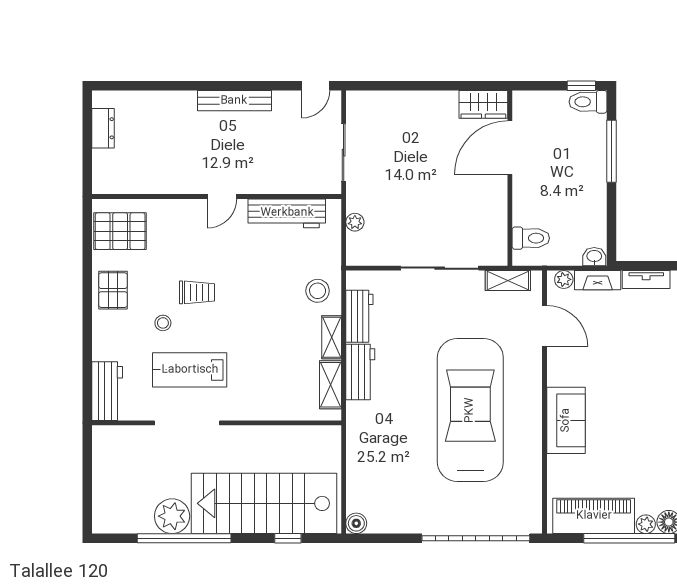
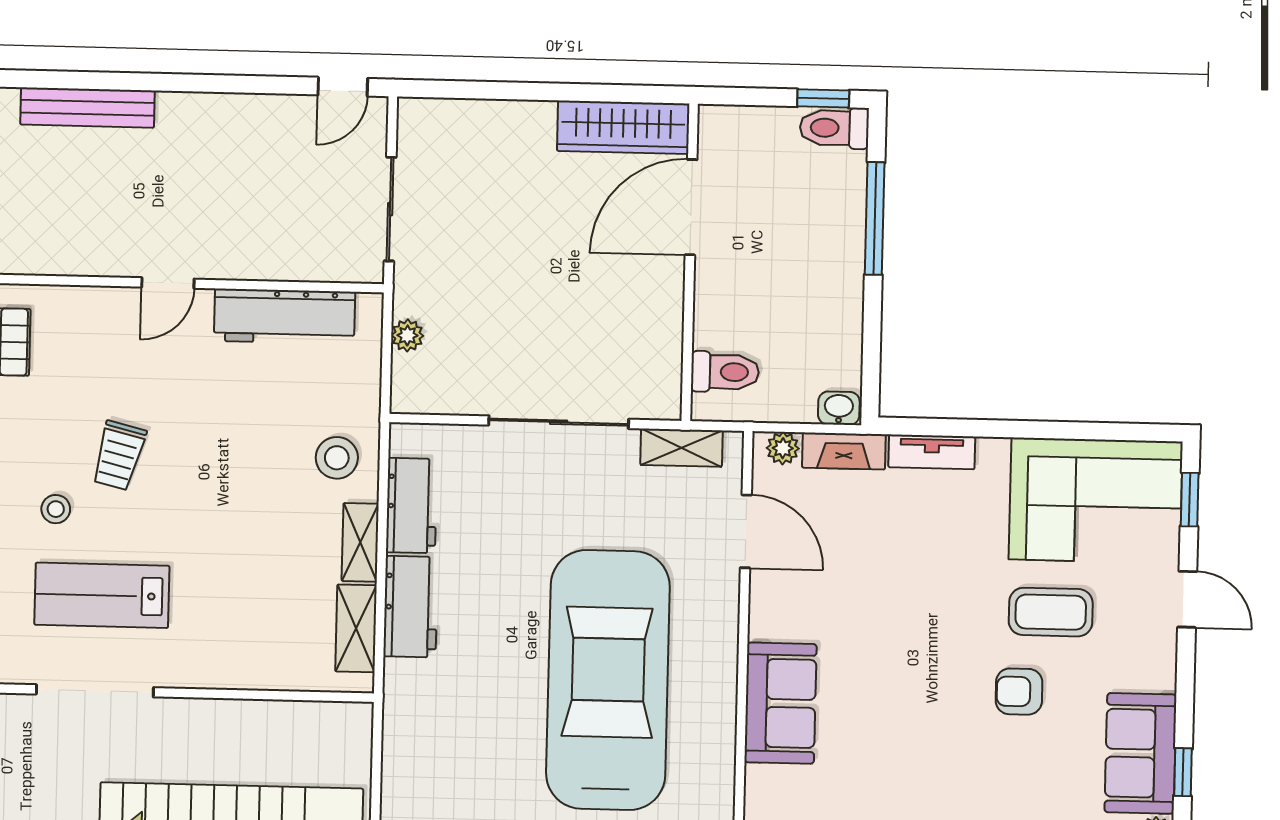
bench: (234, 101) -> (87, 108), moved
wardrobe: (483, 104) -> (623, 127), width x1.50
trolley: (197, 292) -> (119, 455), turned 104

